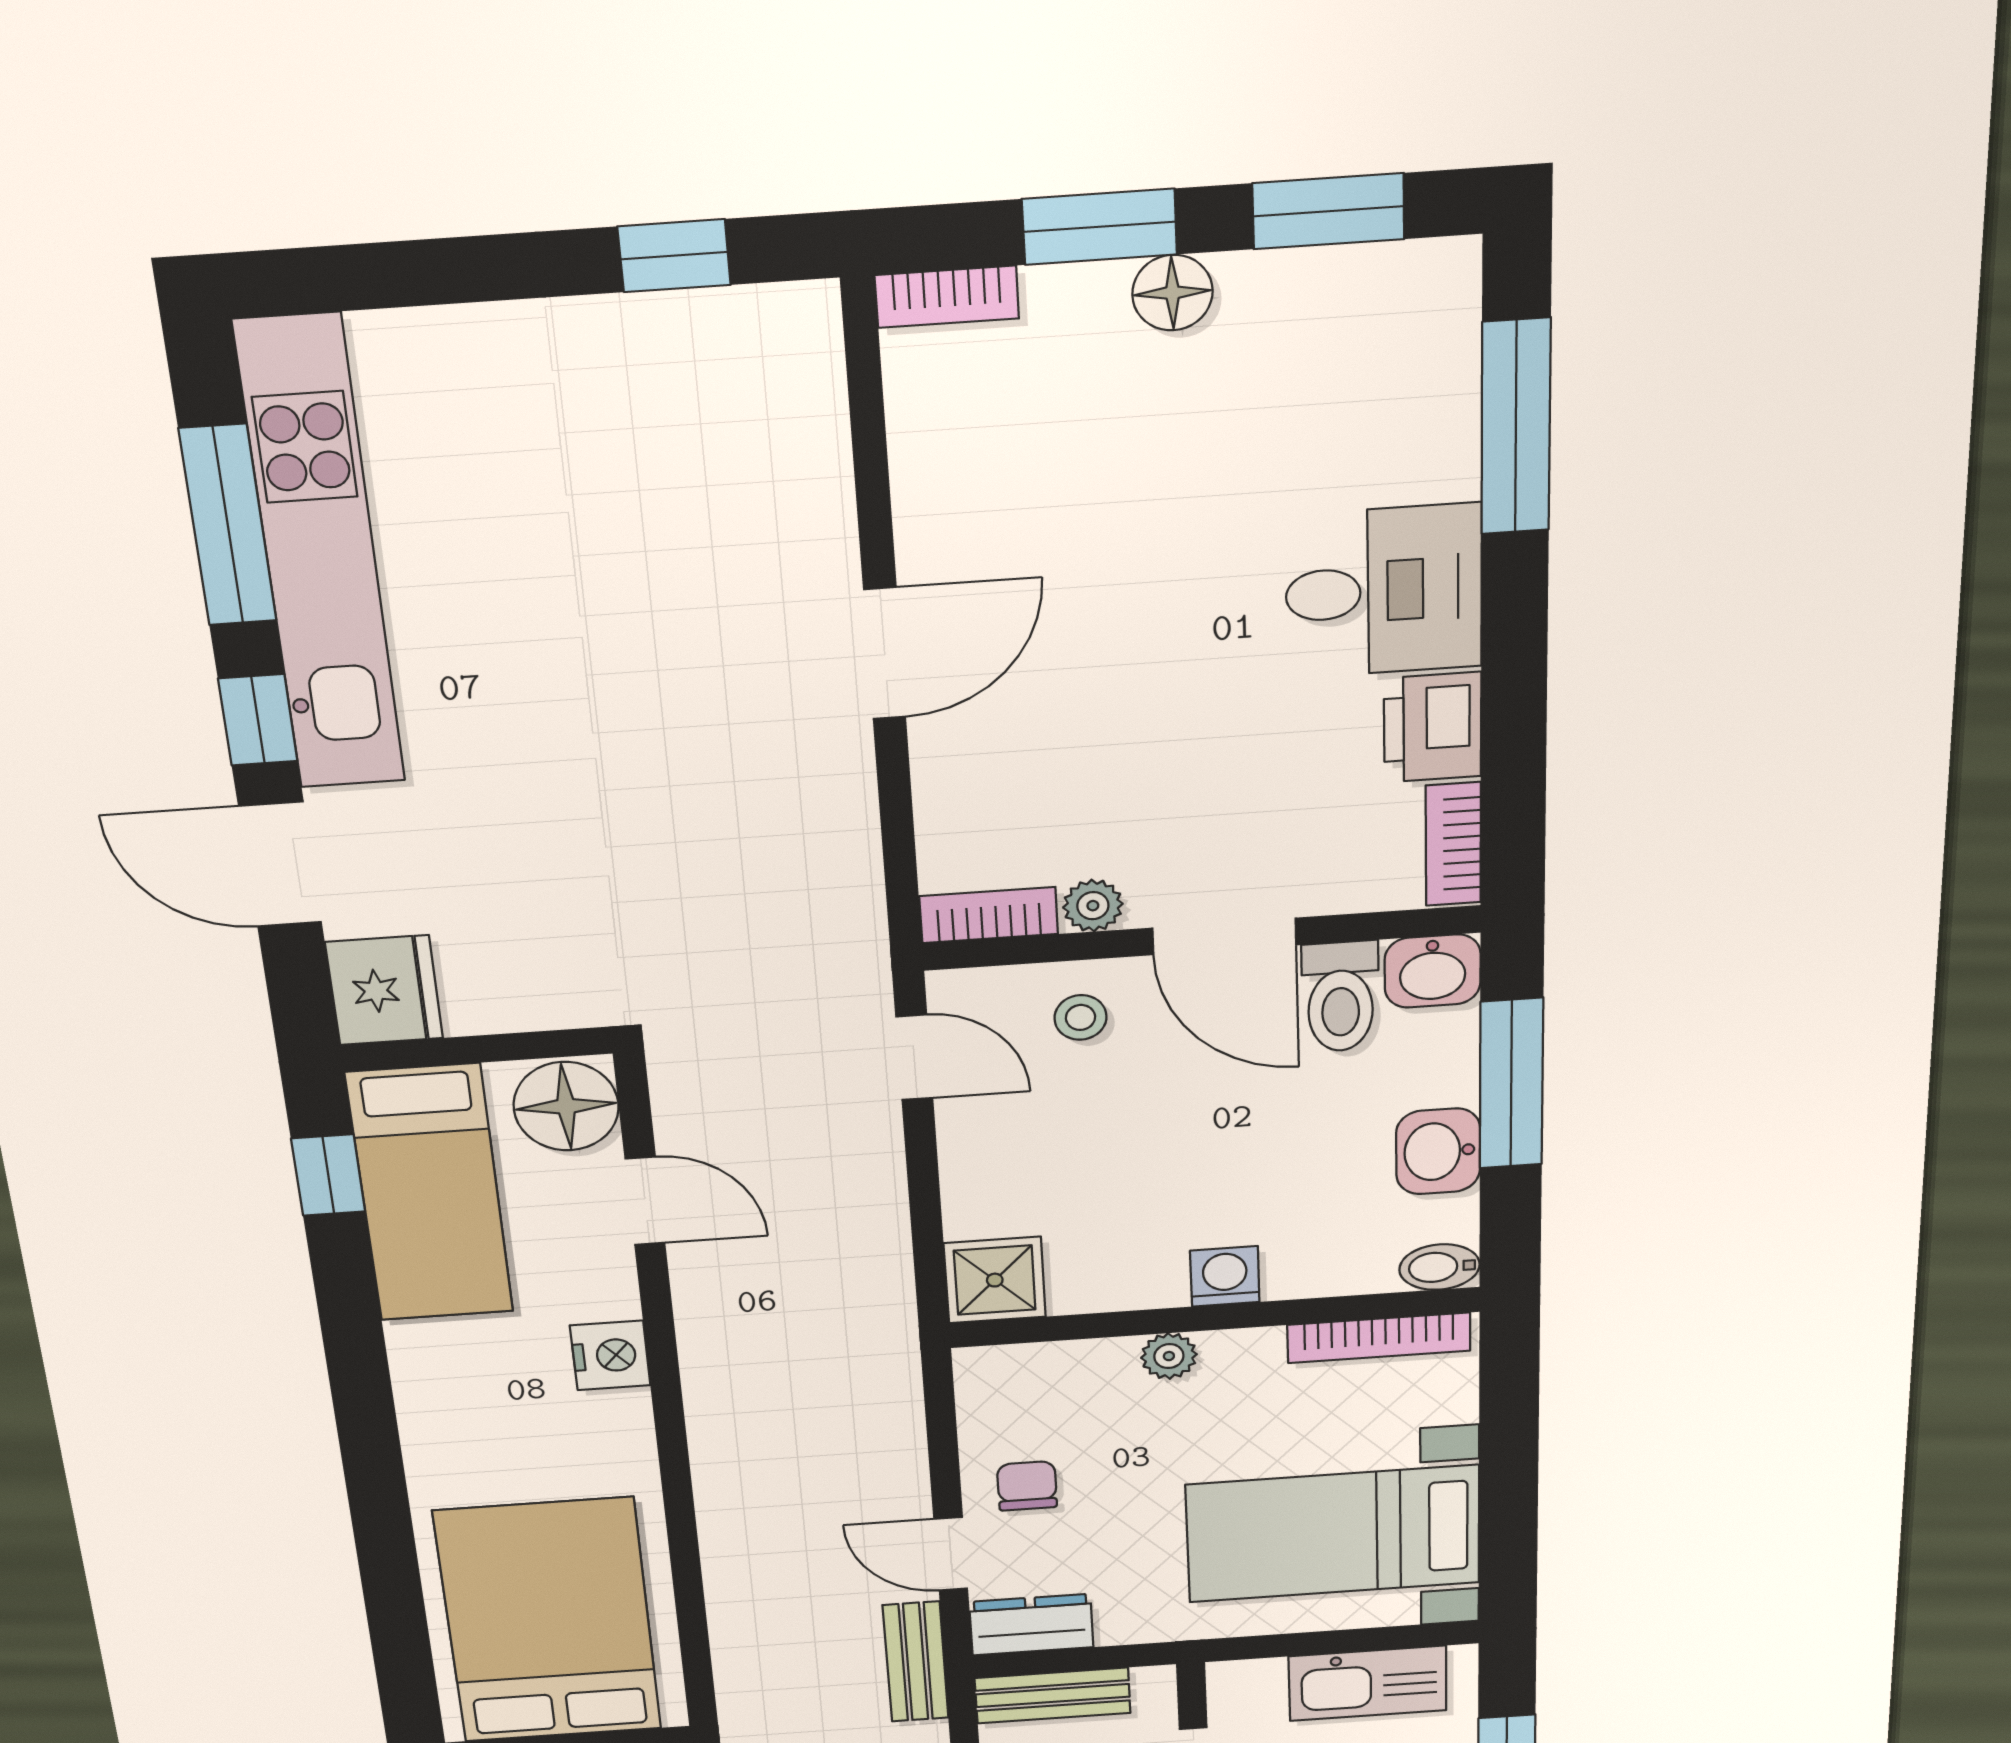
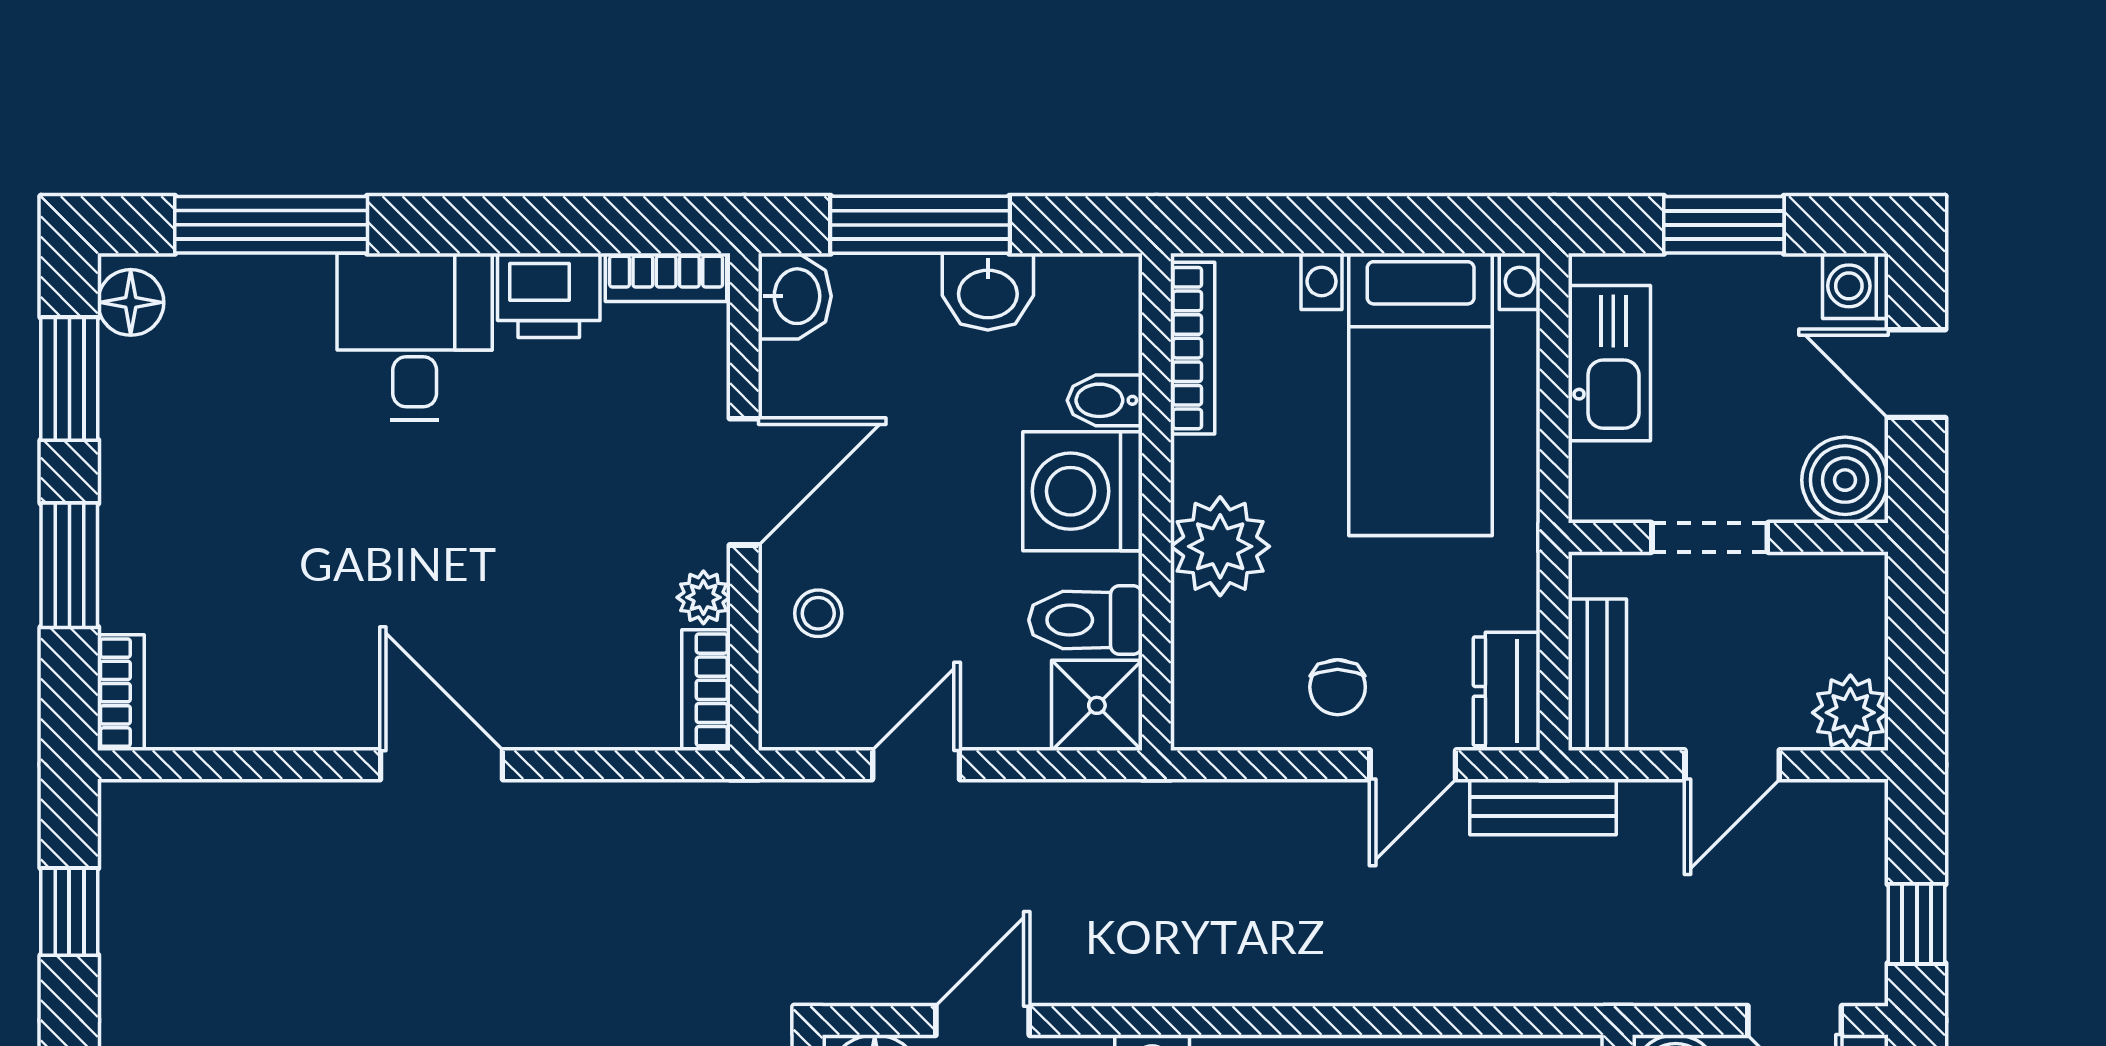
floor lamp: (1172, 293) -> (131, 302), moved
toilet: (1340, 997) -> (1086, 620), moved, turned 180
door: (914, 1057) -> (916, 765), moved
bidet: (1440, 1267) -> (1105, 400), moved, turned 90
washing machine: (1225, 1276) -> (1082, 491), width x1.89, depth x1.89
plant: (1169, 1356) -> (1220, 546), width x1.88, depth x1.88
chair: (1027, 1486) -> (1338, 687), turned -90

